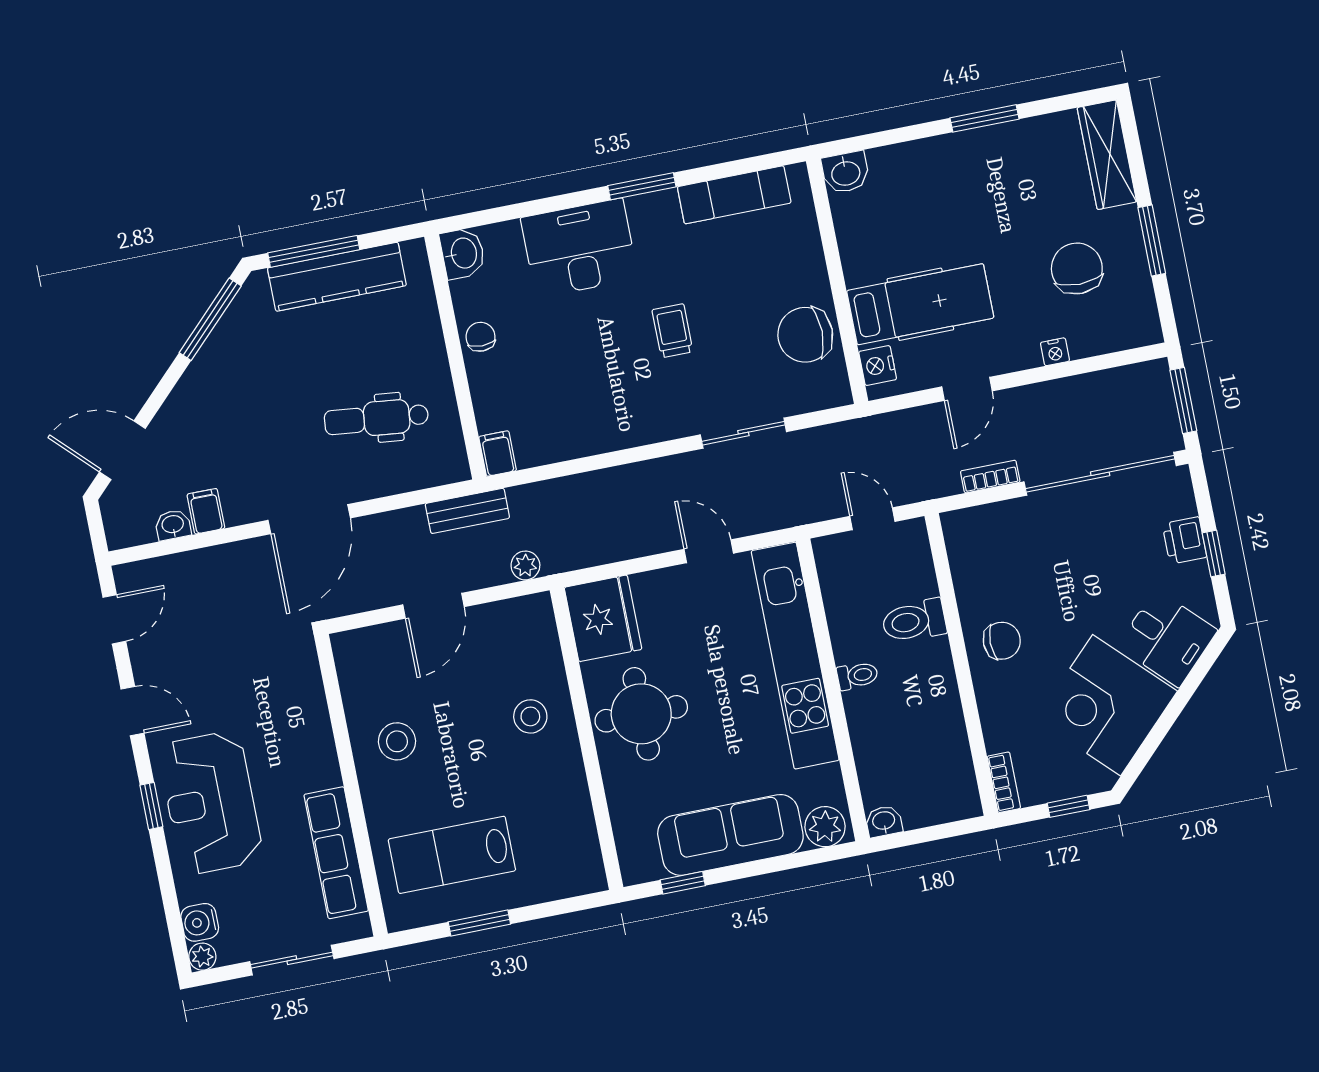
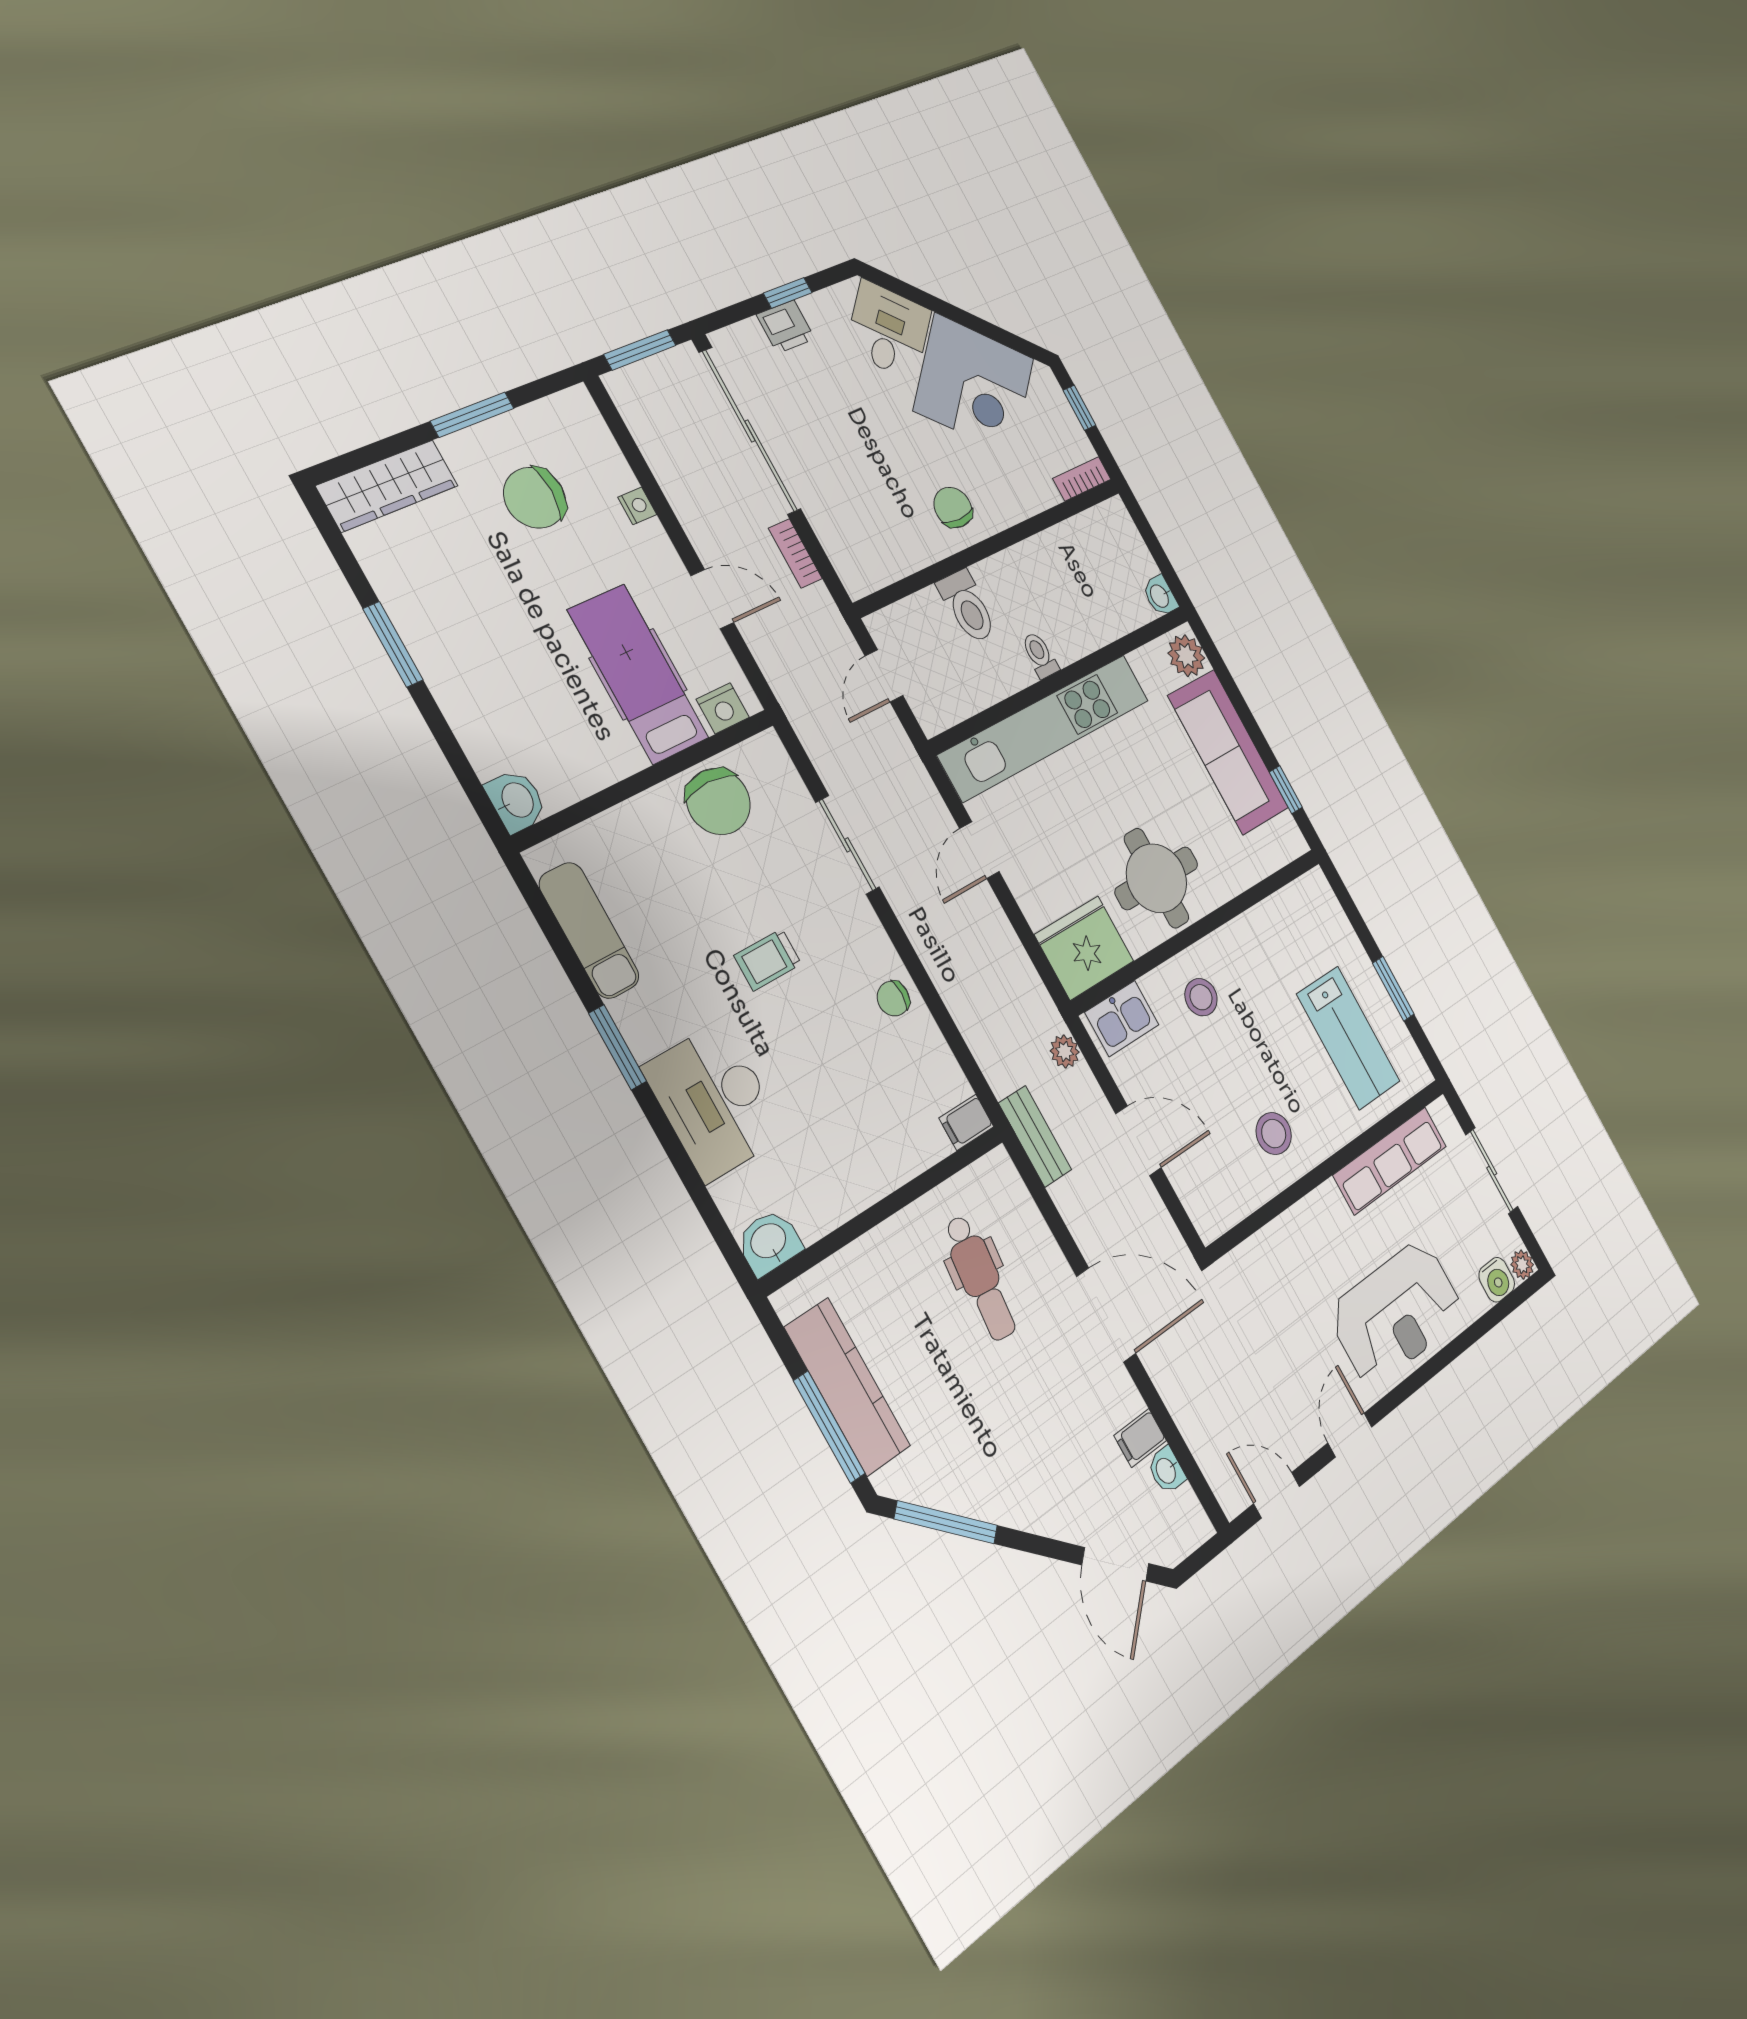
chair: (480, 337) -> (893, 998), moved
kitchen sink: (536, 631) -> (1122, 1019), added
window: (151, 806) -> (1422, 1376), removed

